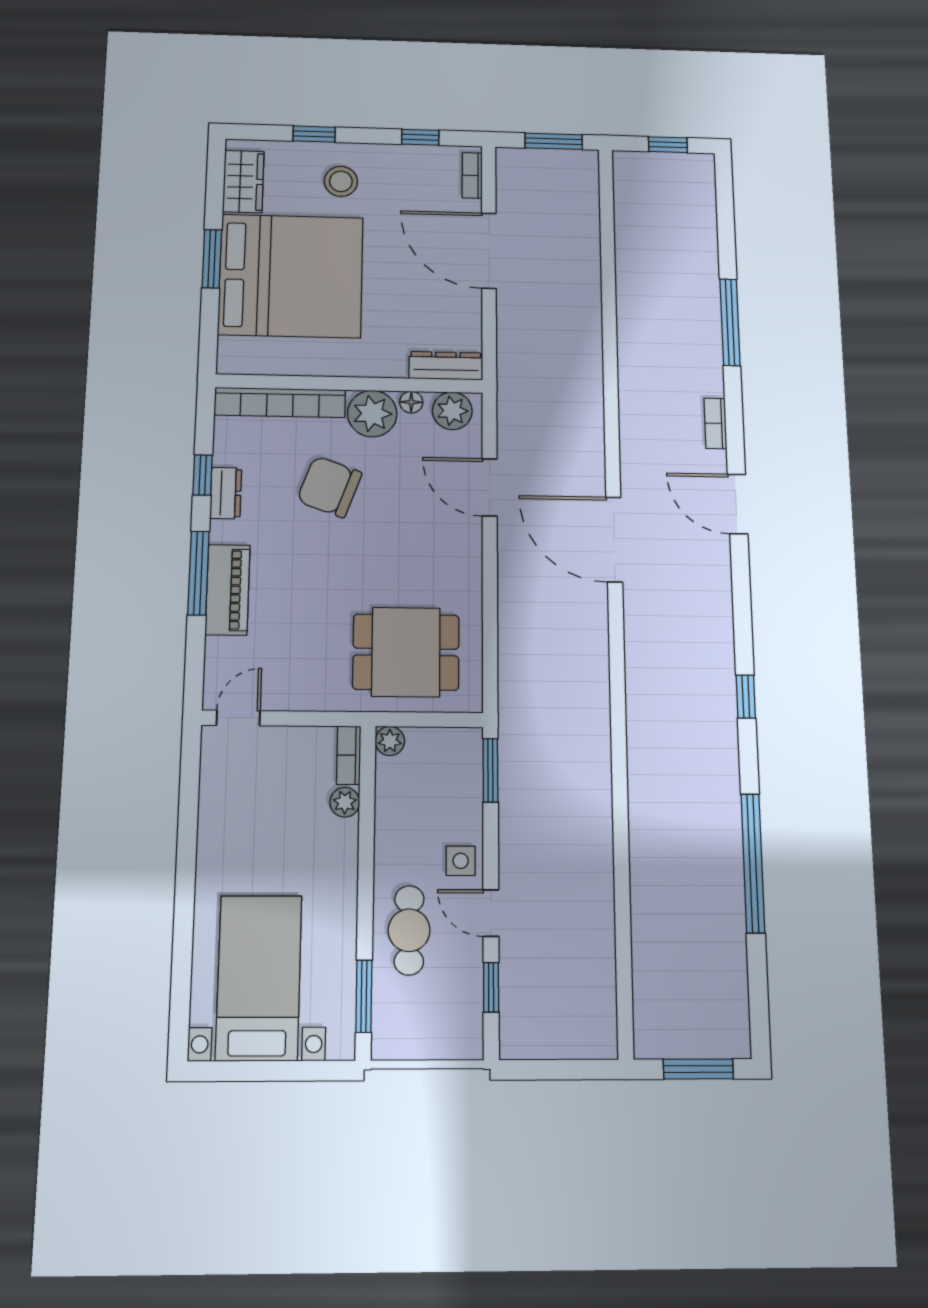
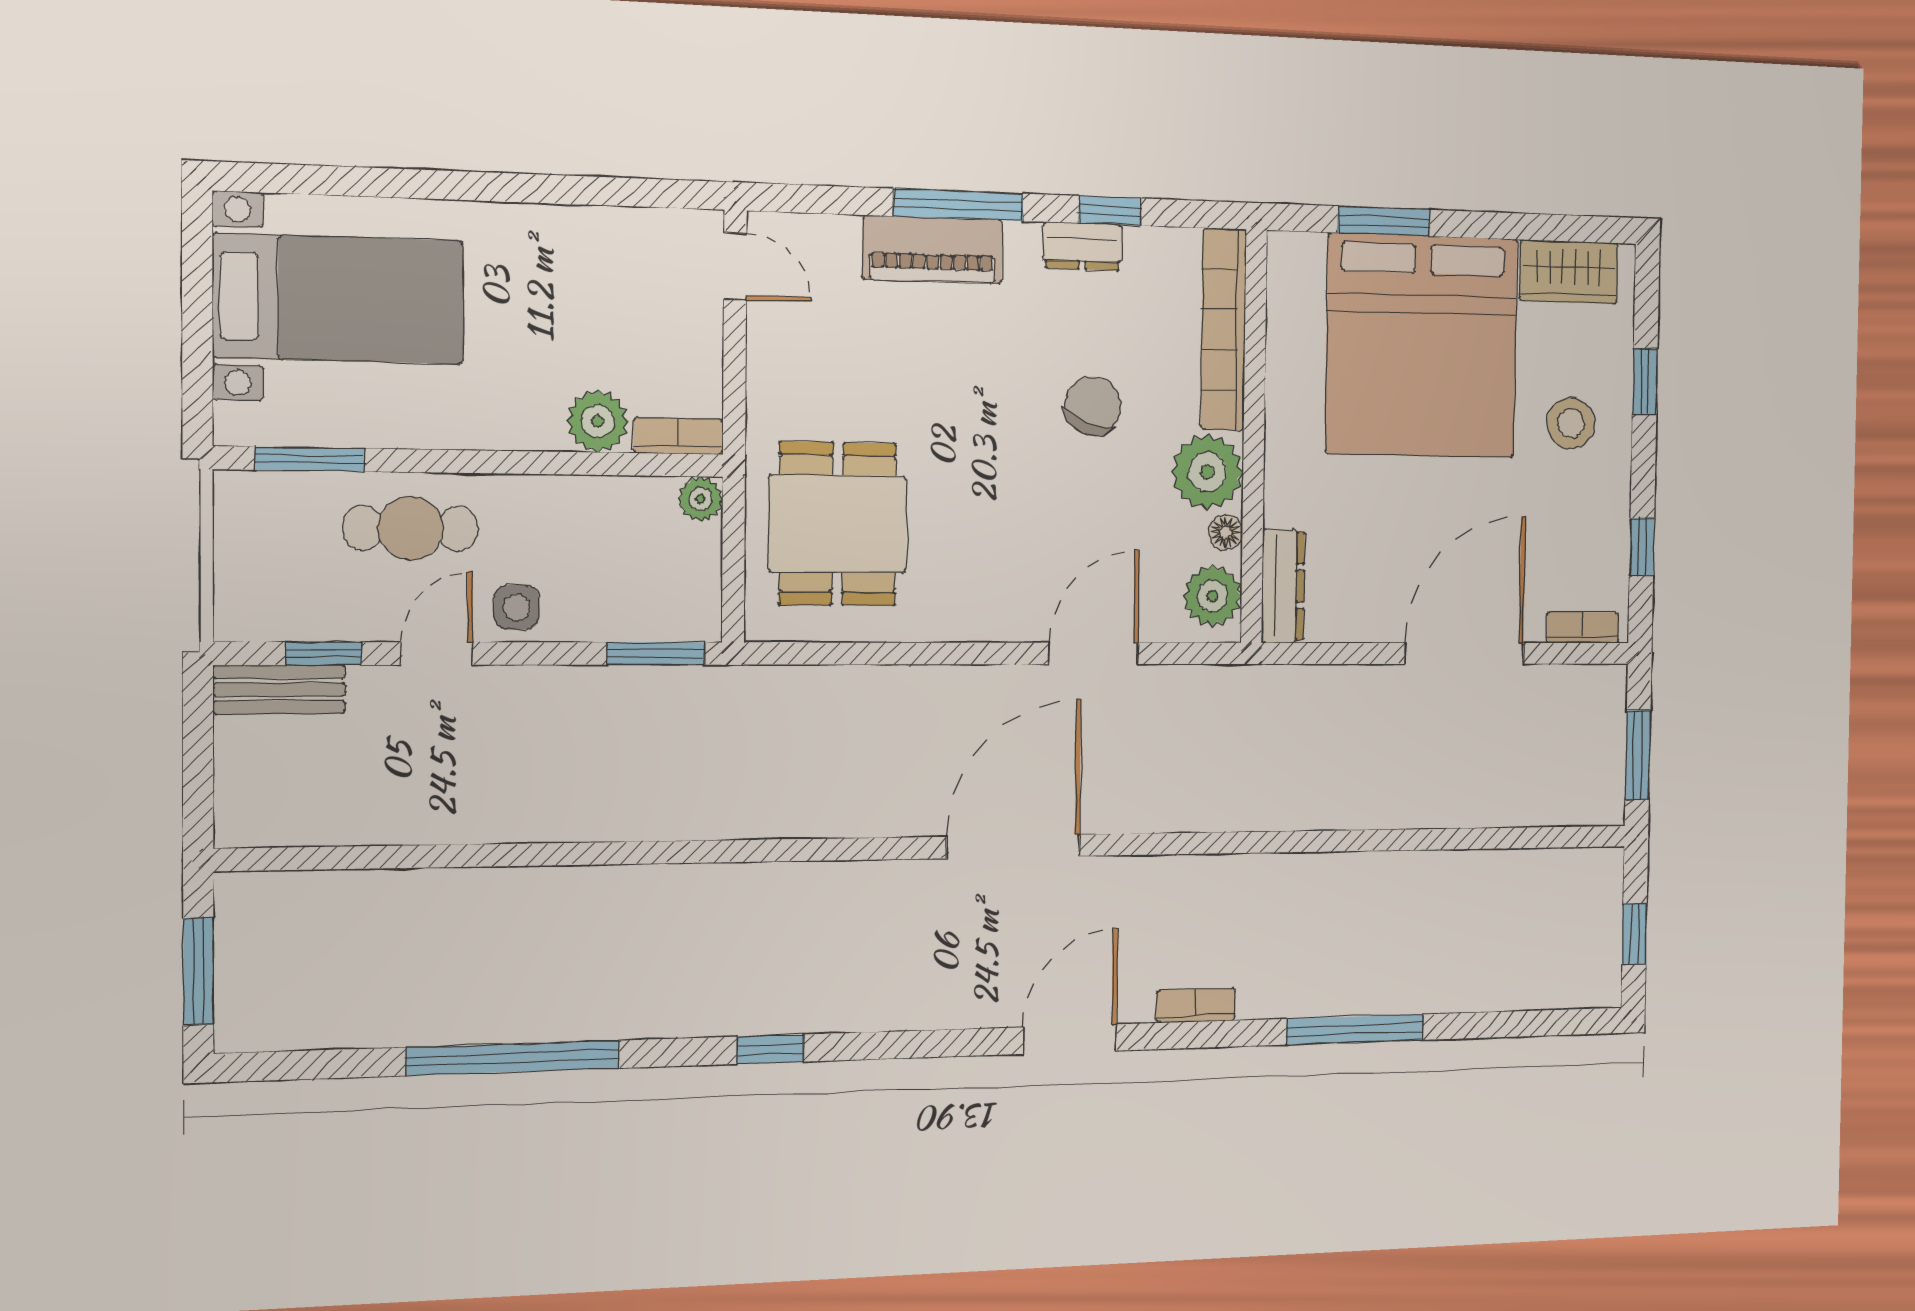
window: (212, 259) -> (1384, 221), moved
chair: (329, 487) -> (1093, 406), width x0.73, depth x0.73
plant: (345, 802) -> (598, 421), width x1.38, depth x1.38
bench: (515, 1016) -> (279, 690), added

